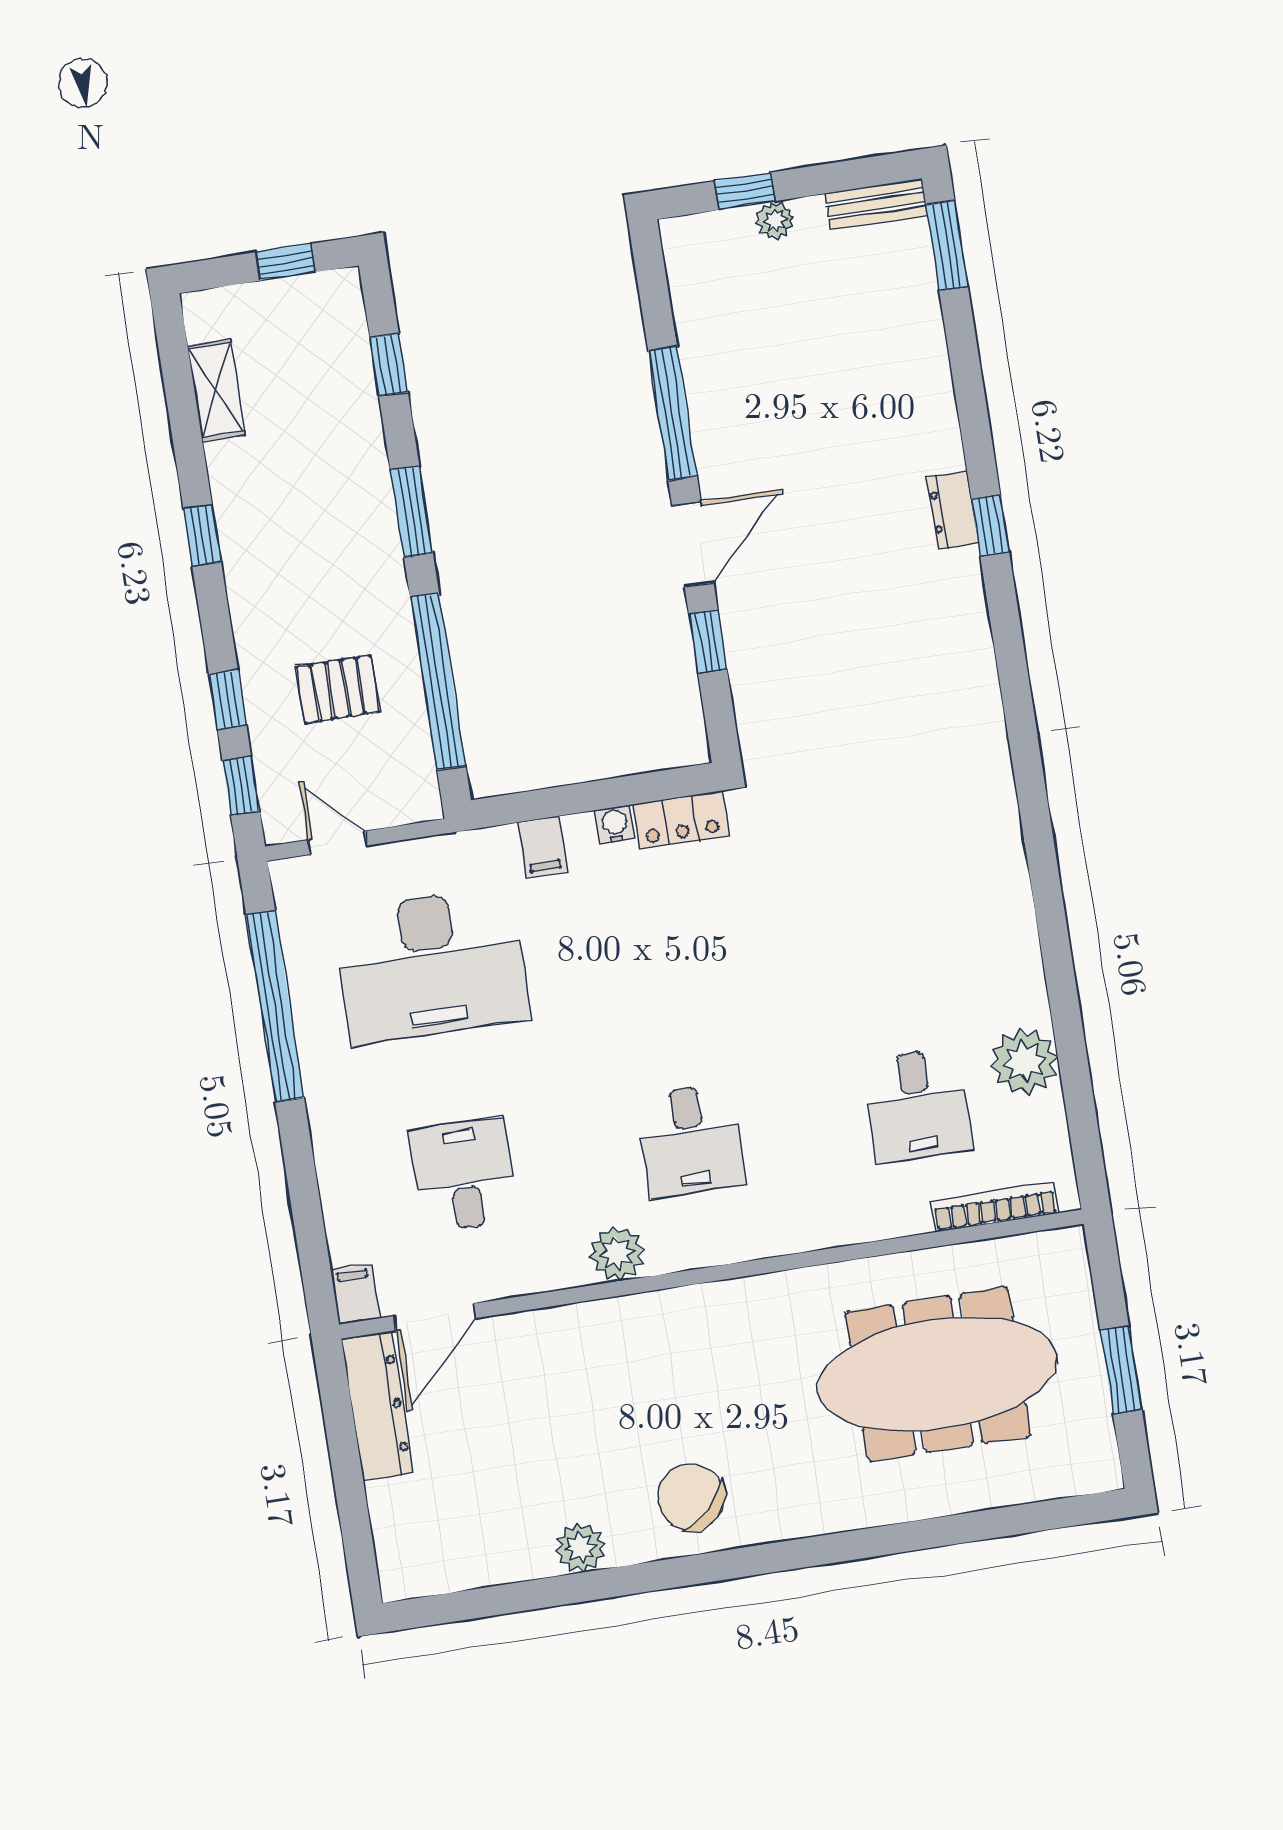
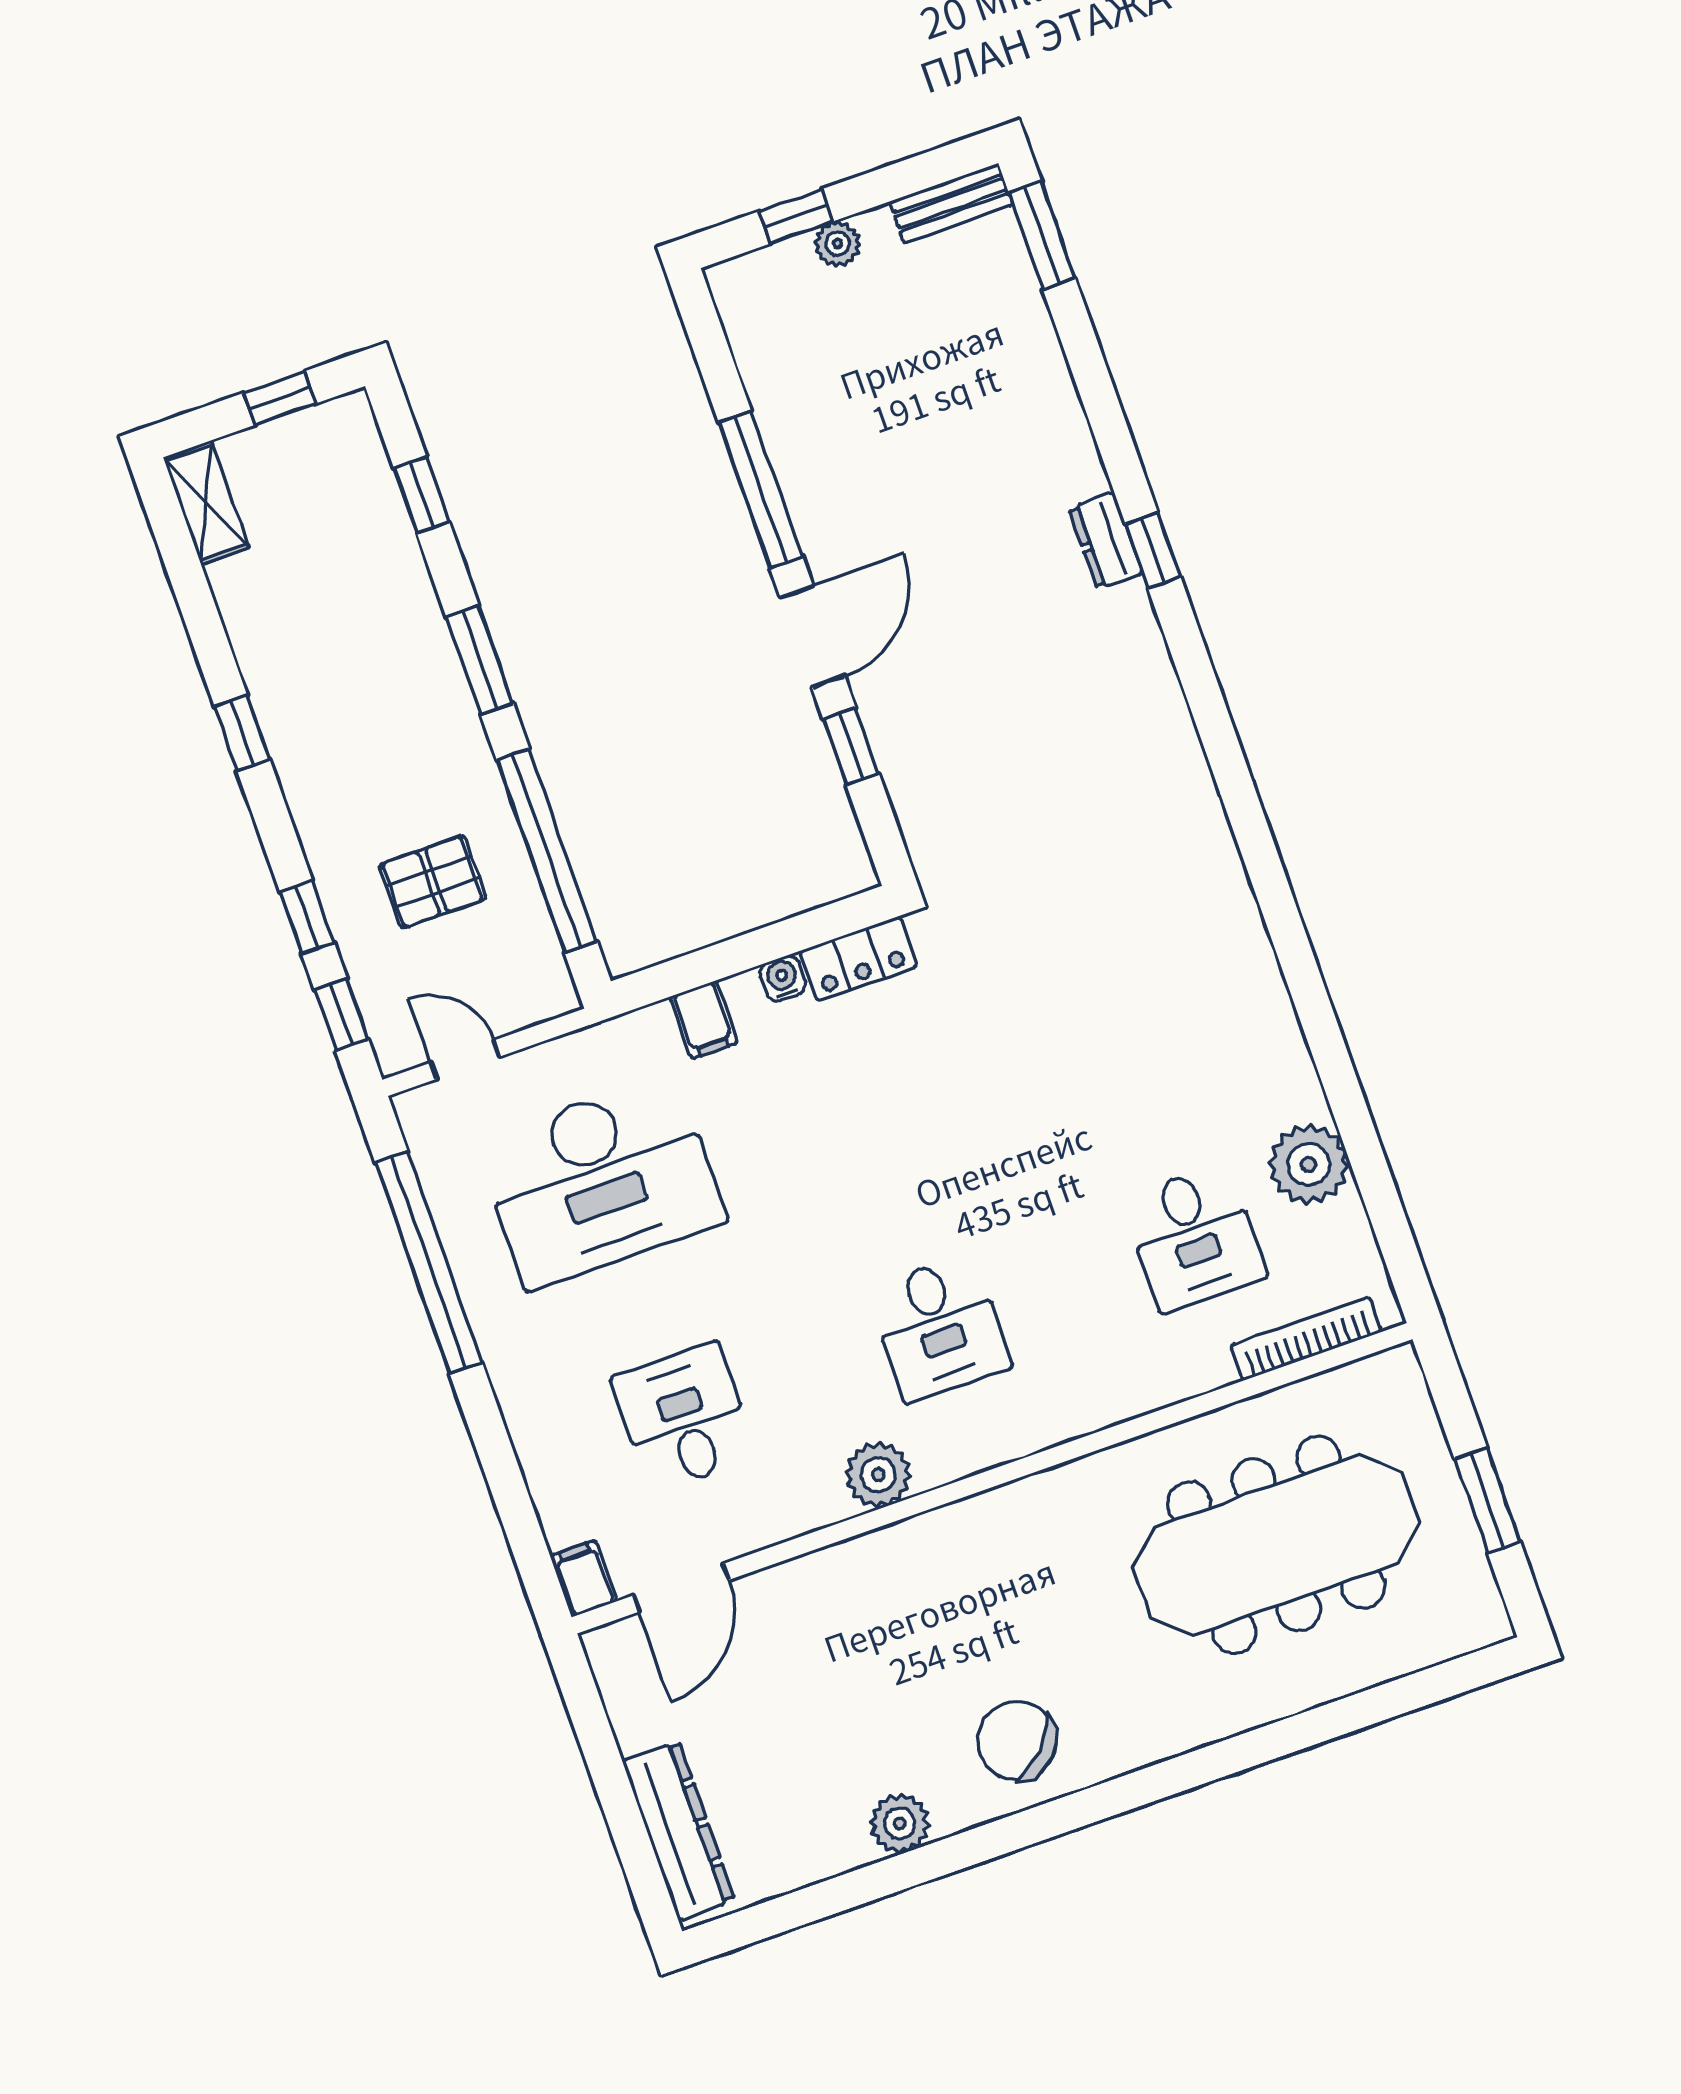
shelving: (216, 390) -> (206, 502), moved
dresser: (377, 1406) -> (679, 1831), moved

